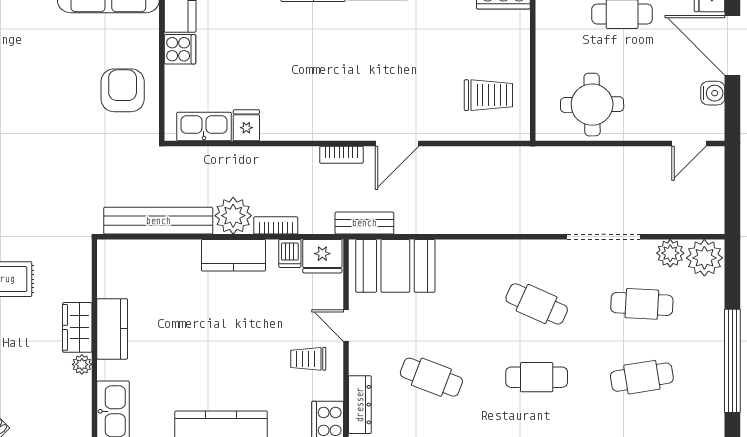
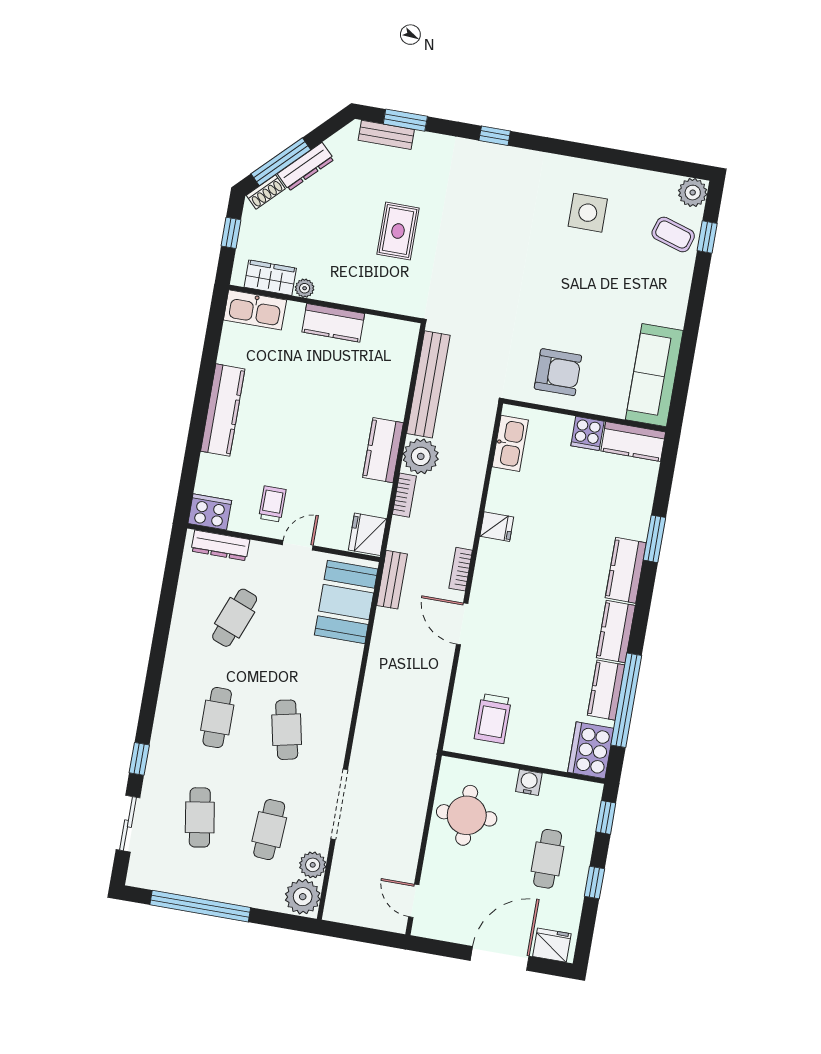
water cooler: (713, 93) -> (529, 782), moved, turned 180
fridge: (246, 125) -> (497, 527), moved
dishwasher: (290, 253) -> (375, 504), removed
cafe table: (537, 304) -> (287, 730), turned -36
wardrobe: (77, 327) -> (270, 278), moved

